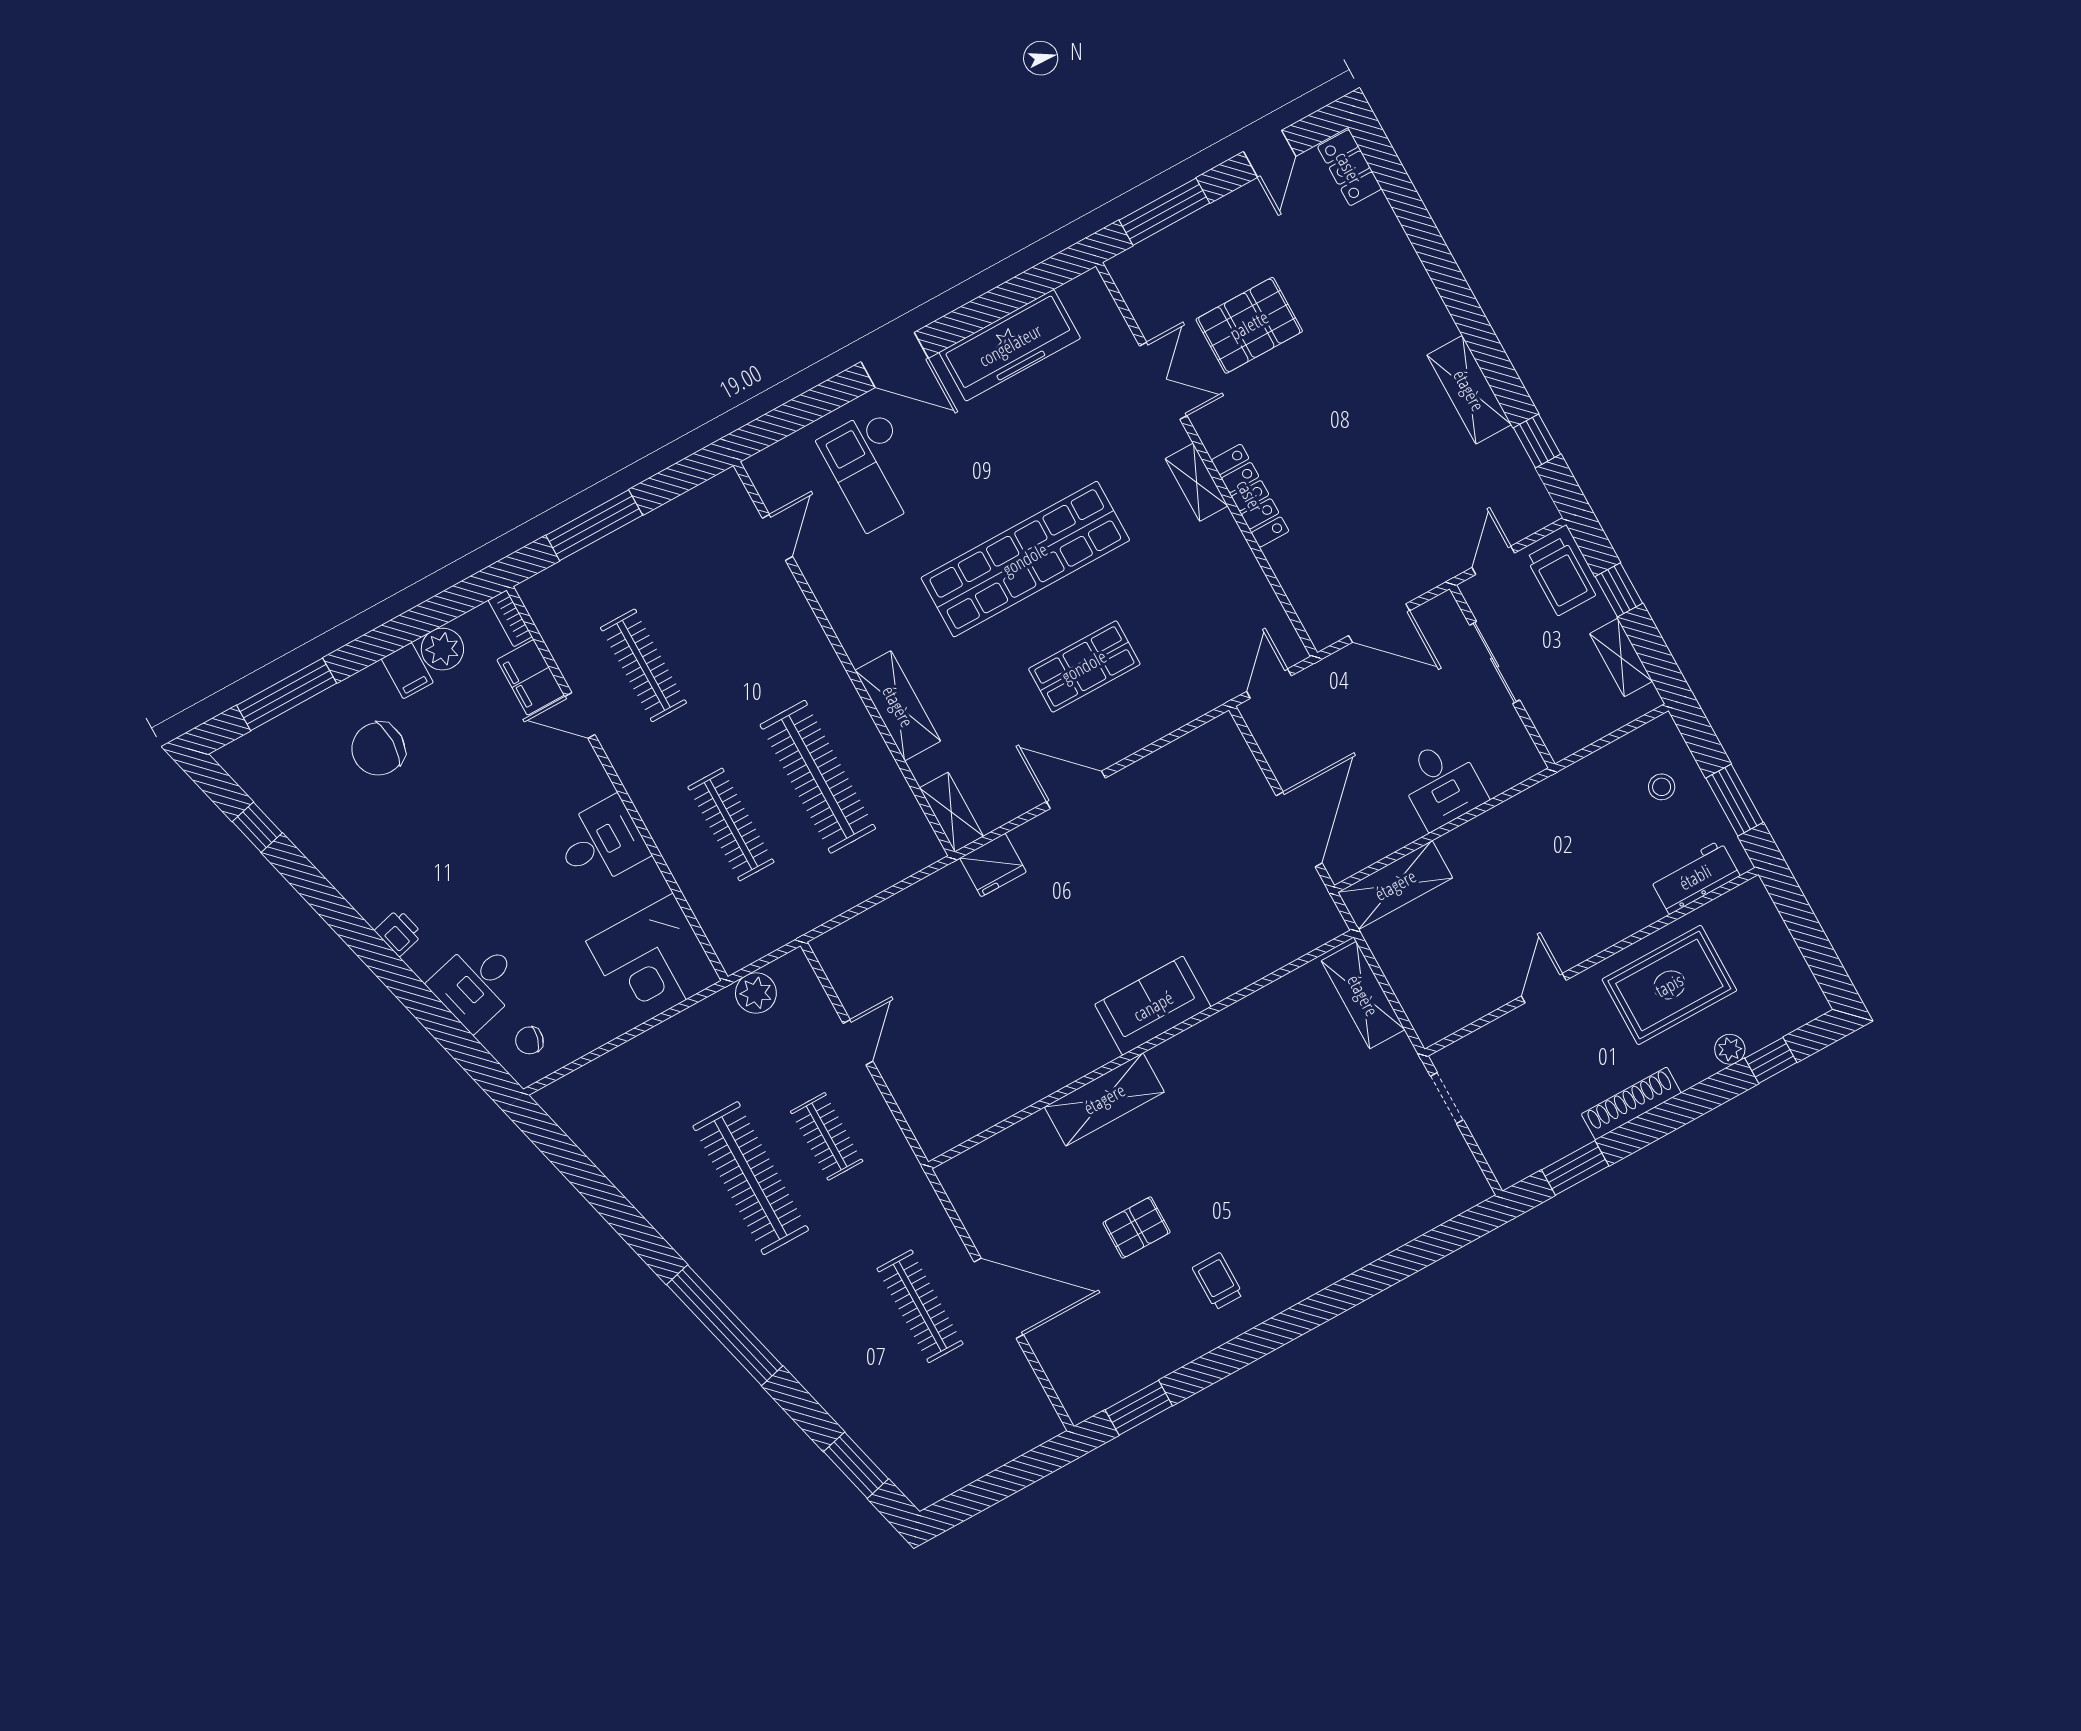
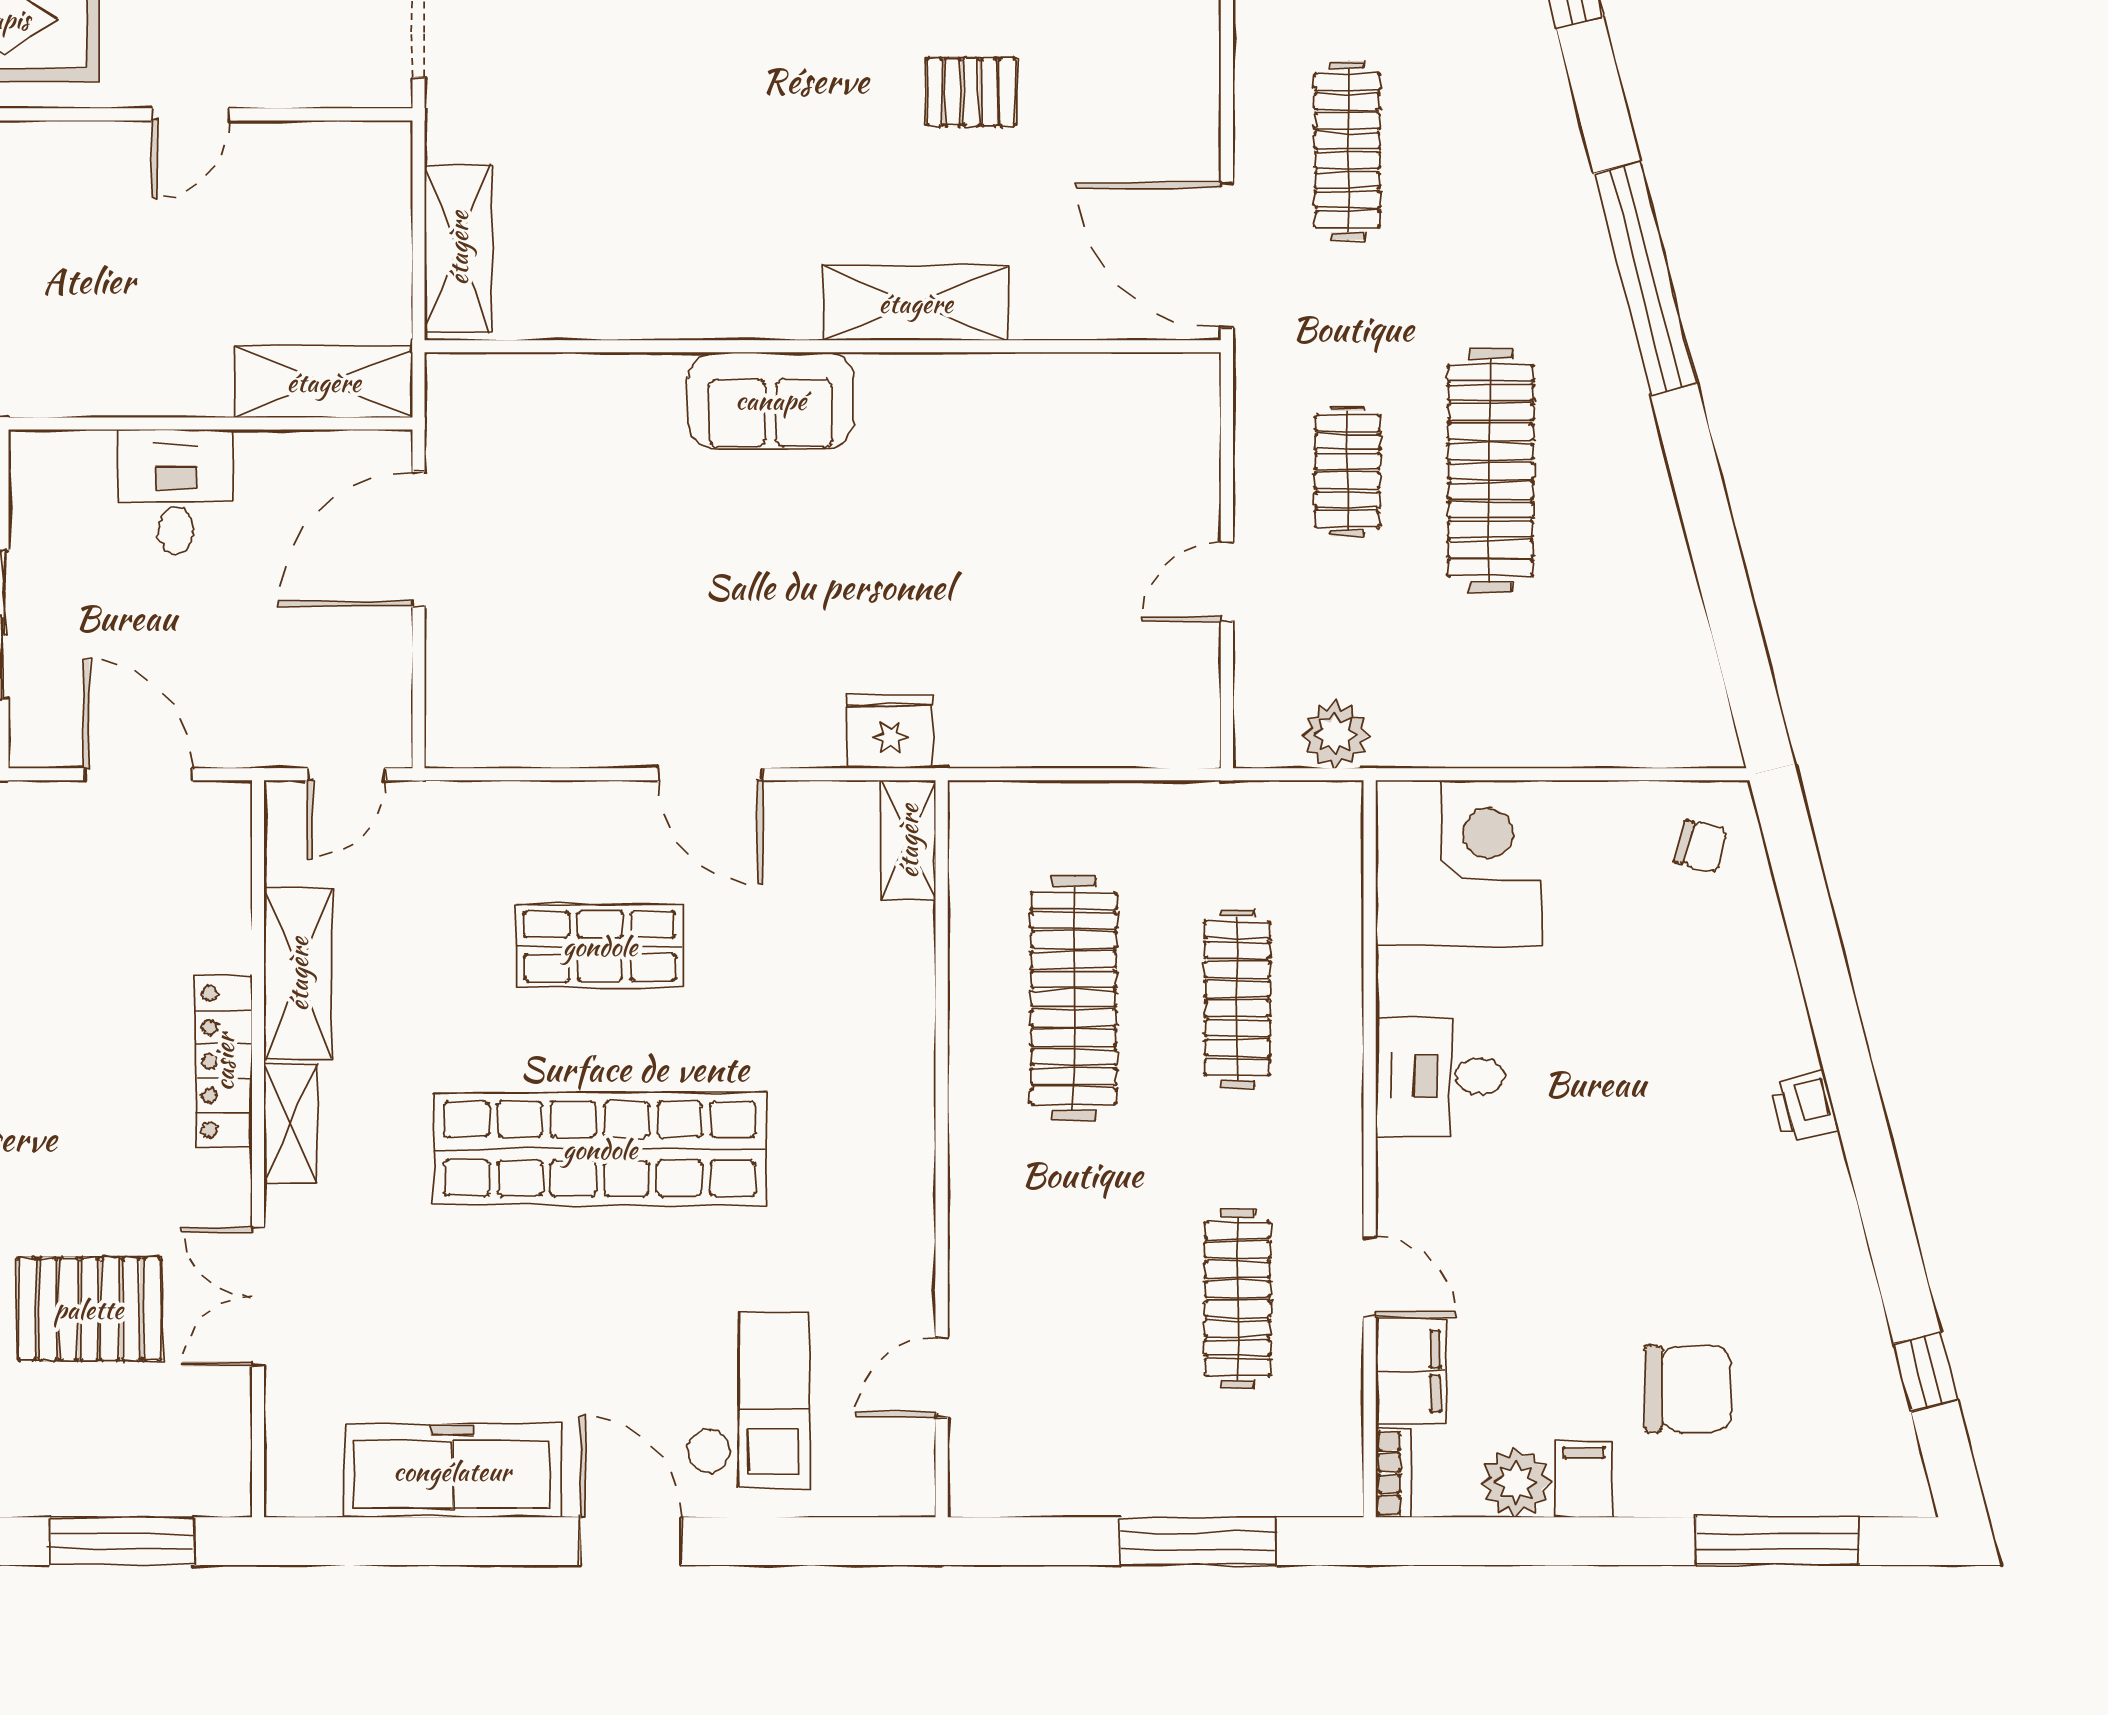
shelving: (898, 706) -> (298, 974), moved
desk: (476, 984) -> (1733, 971), removed
door: (999, 1298) -> (1227, 255), moved

